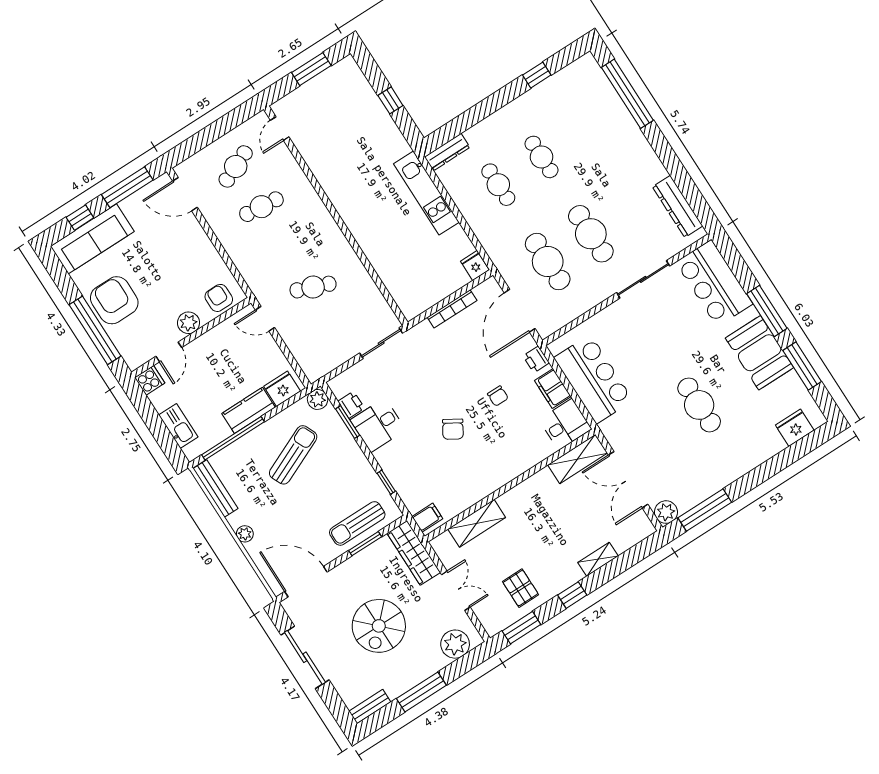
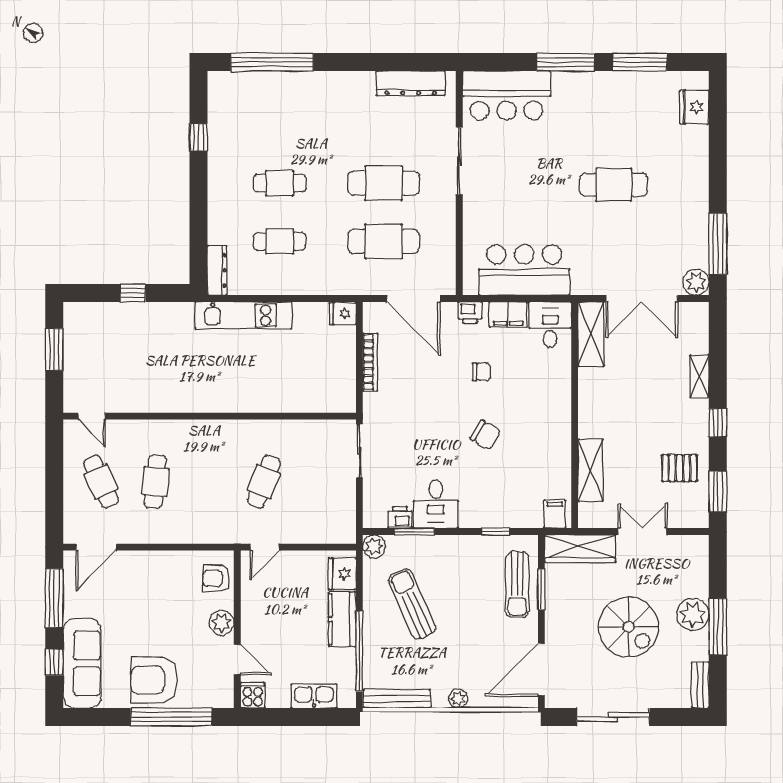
booth: (760, 353) -> (601, 95), removed
plant: (455, 644) -> (693, 614), moved

